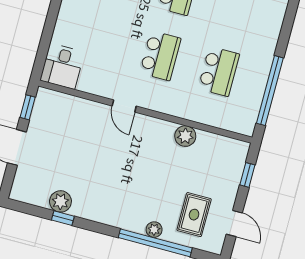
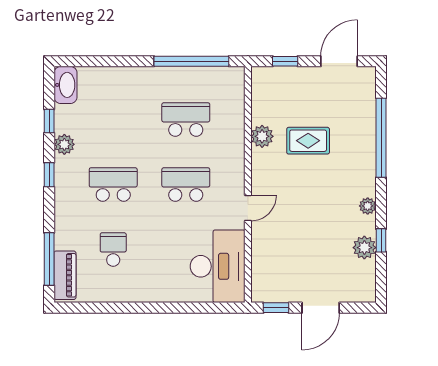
desk: (62, 66) -> (218, 266), width x1.87, depth x1.30
rug: (194, 215) -> (308, 141), moved
door: (234, 223) -> (339, 61), width x1.38
plant: (154, 230) -> (368, 206), moved

